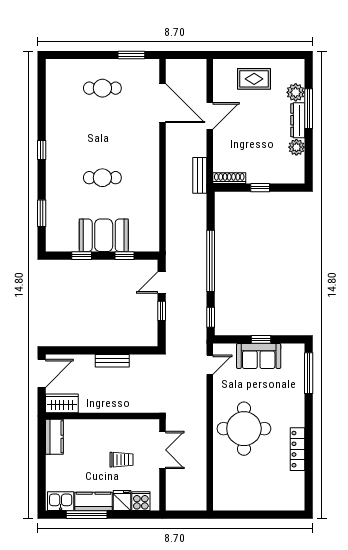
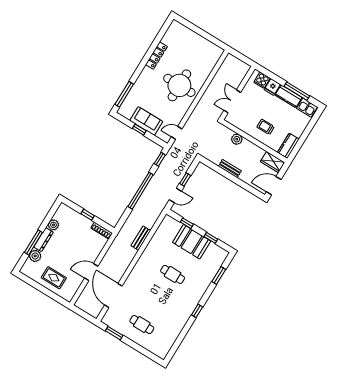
bench: (200, 175) -> (141, 238), moved
plant: (127, 404) -> (237, 139), added
trolley: (121, 460) -> (266, 127), moved

